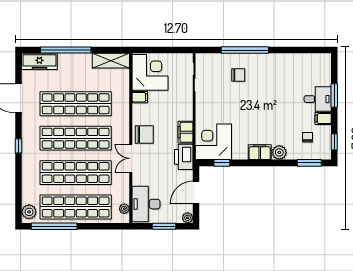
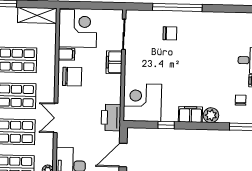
filing cabinet: (186, 132) -> (114, 62), moved
chair: (144, 135) -> (72, 77), moved
window: (222, 163) -> (166, 125), moved

